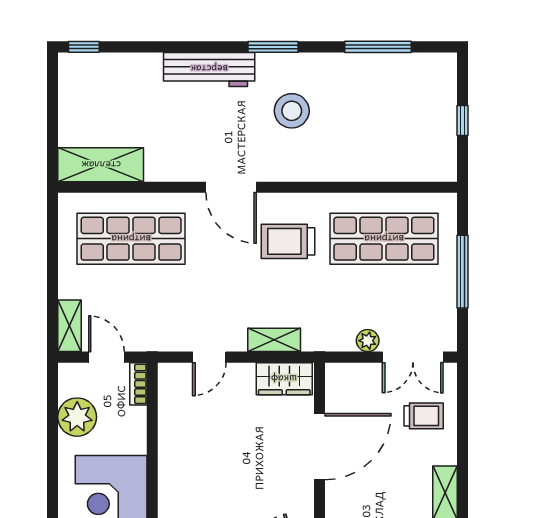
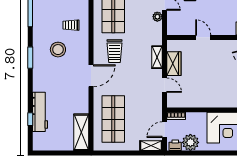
window: (84, 47) -> (30, 119), moved
workbench: (209, 69) -> (40, 112), moved
trolley: (348, 141) -> (71, 25), added
wardrobe: (284, 379) -> (174, 64), moved
printer: (70, 382) -> (175, 145), added
door: (320, 447) -> (203, 37), width x0.53

